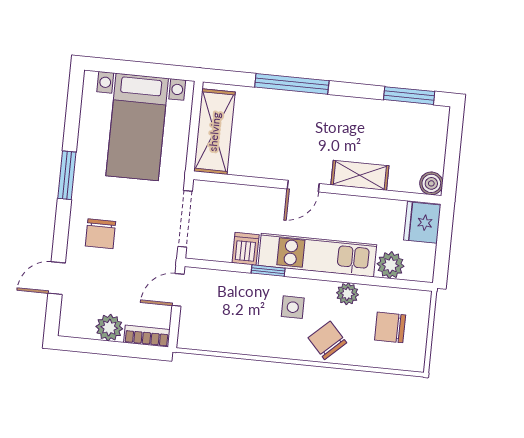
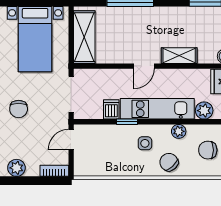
plant: (109, 328) -> (16, 168), moved

